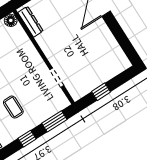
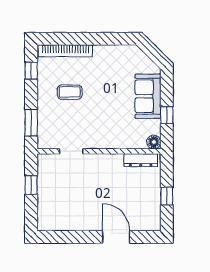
window: (27, 139) -> (31, 71), moved

